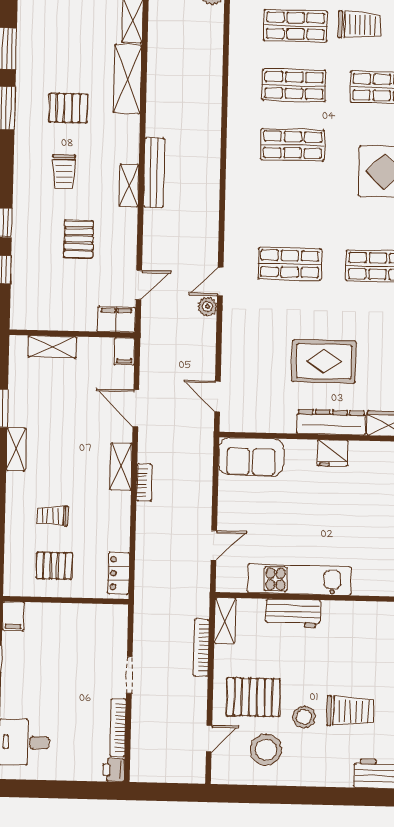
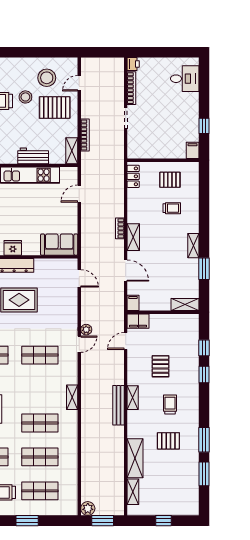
shelving: (235, 188) -> (72, 397), added
shelving: (52, 347) -> (185, 304), moved

